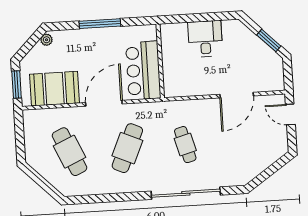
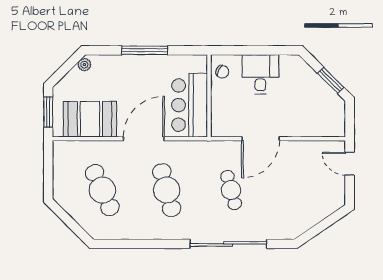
chair: (171, 39) -> (222, 72), added
door: (237, 95) -> (260, 139), moved
cafe table: (127, 148) -> (167, 190), turned -39

